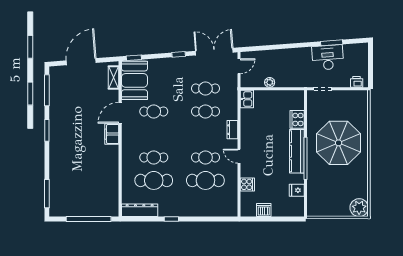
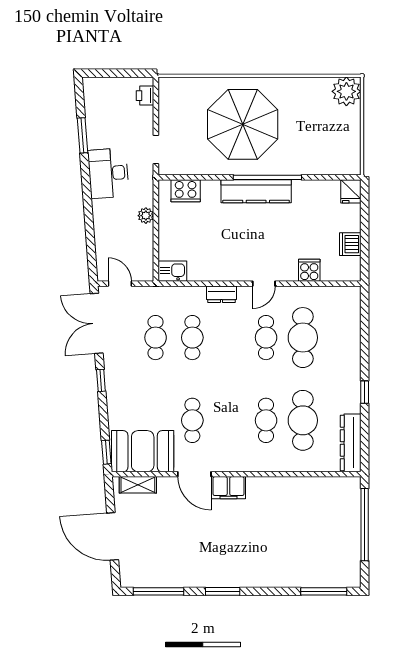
desk: (328, 57) -> (108, 173), moved
plant: (270, 82) -> (146, 216), moved
cooker: (297, 119) -> (186, 191), moved
fridge: (297, 190) -> (351, 191), moved

